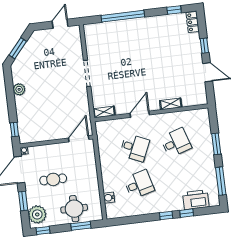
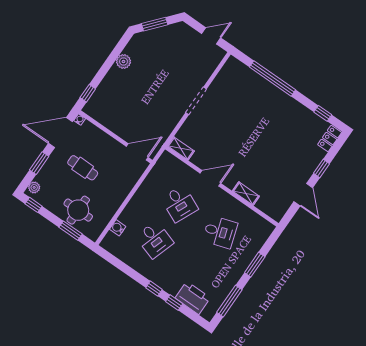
desk: (139, 184) -> (155, 240), turned 33
plant: (37, 214) -> (34, 187), width x0.53, depth x0.53

